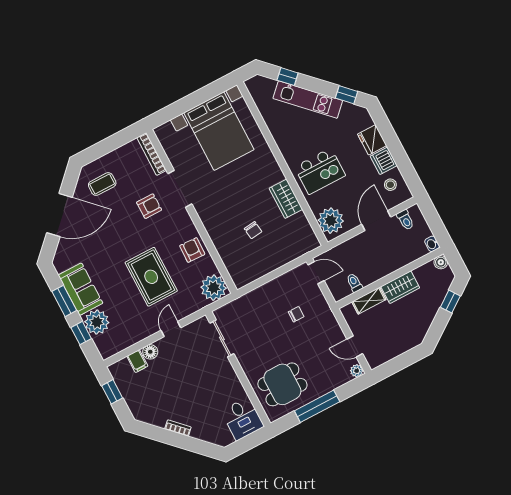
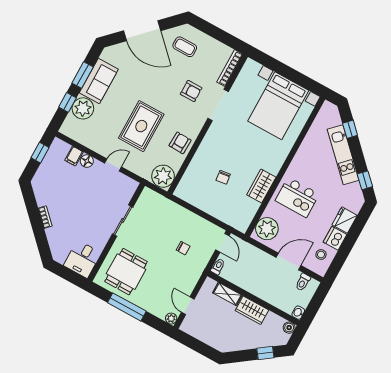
toilet: (354, 283) -> (218, 267), moved
sliding door: (222, 338) -> (123, 221), moved
dining table: (282, 384) -> (126, 272), turned 90

